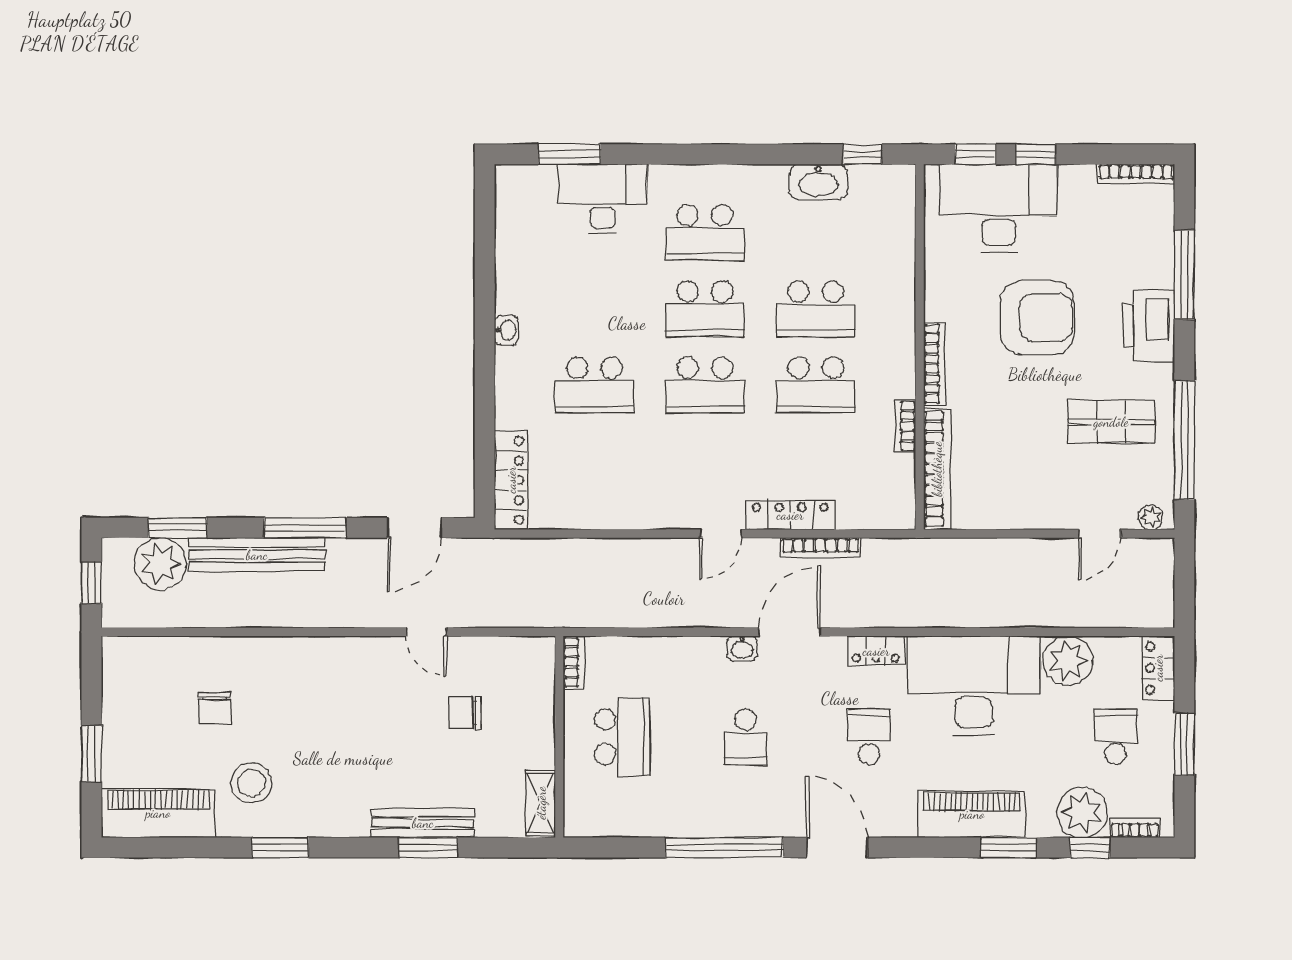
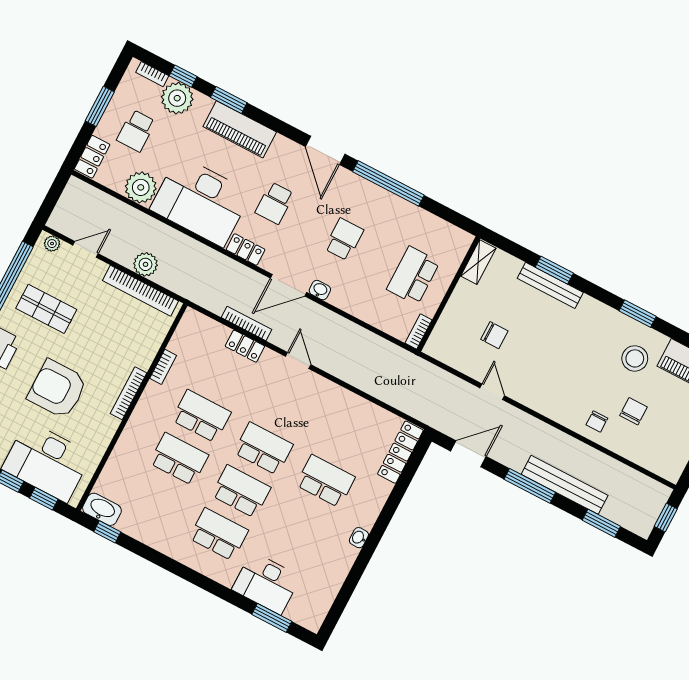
washbasin: (819, 182) -> (102, 509), moved
bookcase: (937, 469) -> (140, 291), moved, turned -90
locker: (790, 515) -> (245, 346), width x0.66
door: (721, 534) -> (298, 361), hinge flipped
plant: (160, 564) -> (146, 264), moved, width x0.73, depth x0.73
chair: (258, 667) -> (597, 422), added

